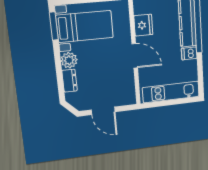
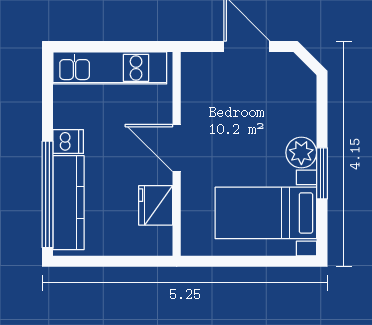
window: (54, 26) -> (322, 173), moved
dresser: (70, 81) -> (305, 114), removed

